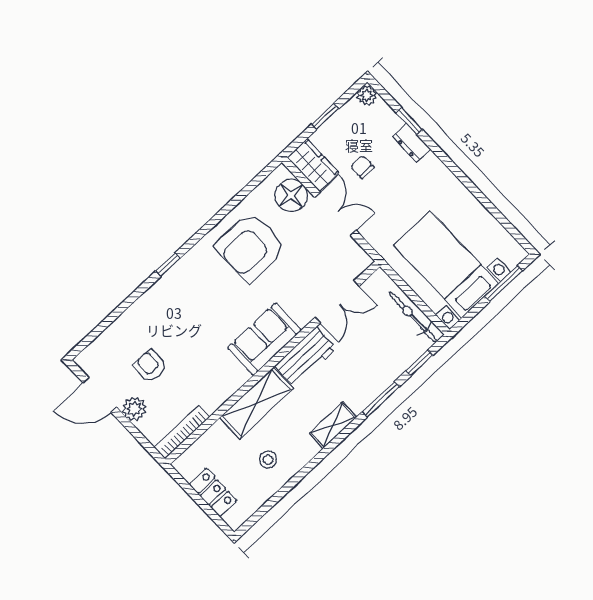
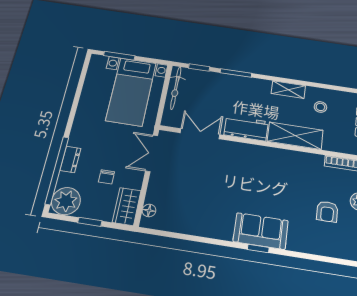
plant: (367, 95) -> (66, 201), width x1.87, depth x1.87
window: (409, 121) -> (57, 170), width x3.17
floor lamp: (291, 195) -> (149, 210), width x0.53, depth x0.53
double door: (335, 214) -> (152, 153), moved
armchair: (251, 247) -> (207, 206), removed
sofa: (264, 339) -> (261, 231), moved, turned 180
shelving: (333, 425) -> (288, 90), moved

